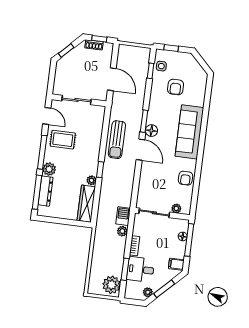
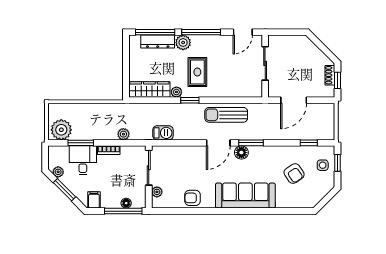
window: (66, 50) -> (320, 44), removed
side table: (161, 66) -> (323, 165), moved
armchair: (176, 87) -> (294, 174), turned -124
rug: (63, 140) -> (197, 72), moved
barbecue: (123, 216) -> (163, 133), moved

